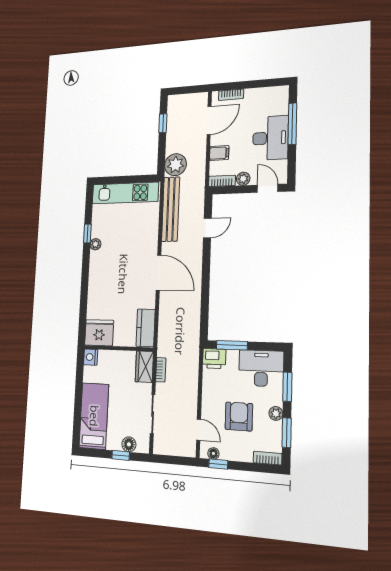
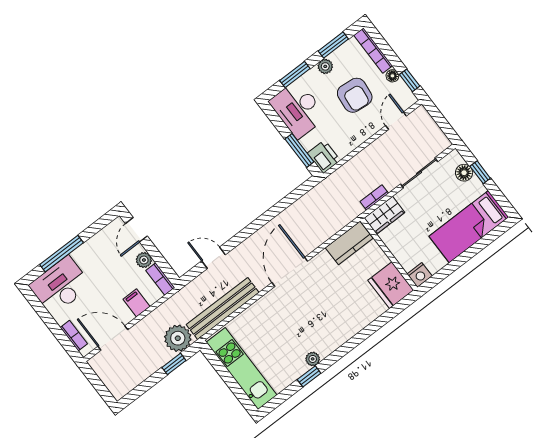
window: (163, 123) -> (174, 364), moved
desk: (270, 138) -> (60, 286), moved
armchair: (239, 416) -> (355, 95), turned -84
floor lamp: (213, 453) -> (392, 76), moved
bookcase: (268, 458) -> (373, 51), width x1.56

